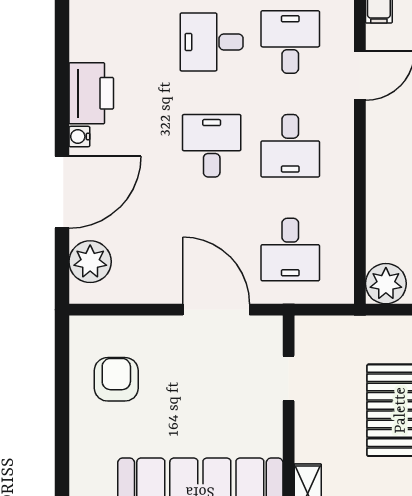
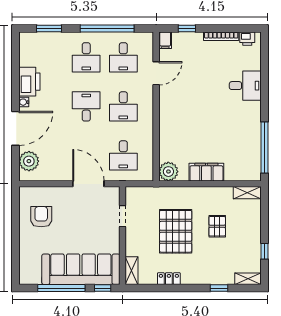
desk: (212, 42) -> (86, 57), turned -90
desk: (290, 42) -> (123, 57), turned 180

